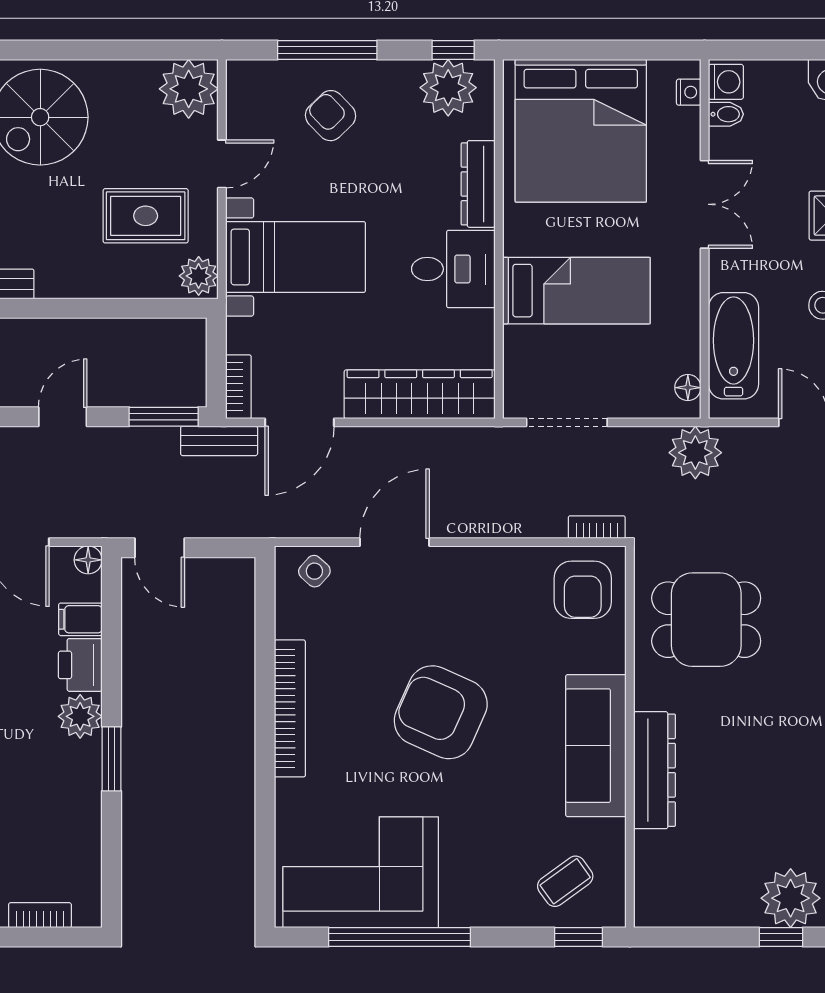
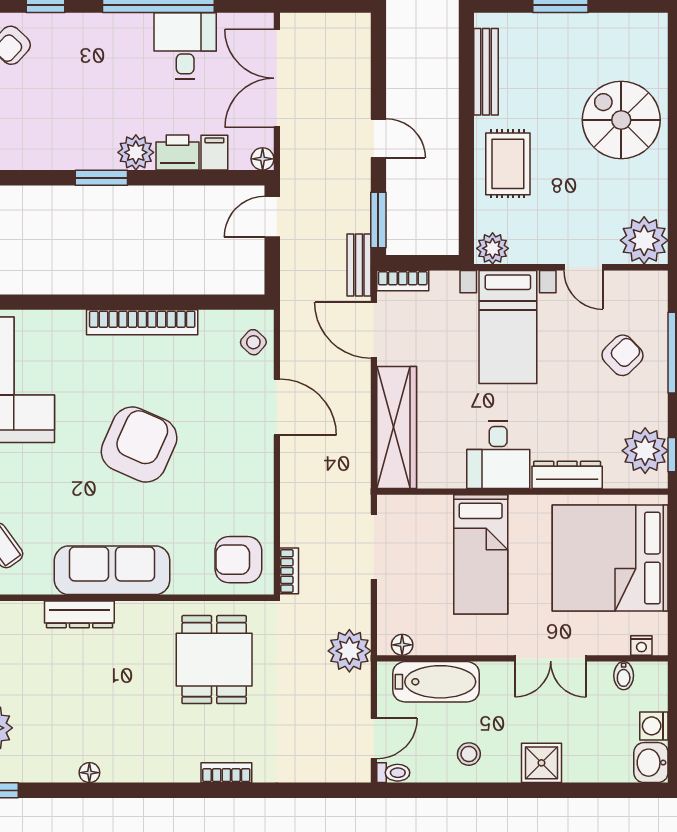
washing machine: (726, 82) -> (654, 726), moved, turned 90
rug: (146, 216) -> (508, 164), moved
dresser: (654, 770) -> (79, 614), width x0.73, depth x0.80

